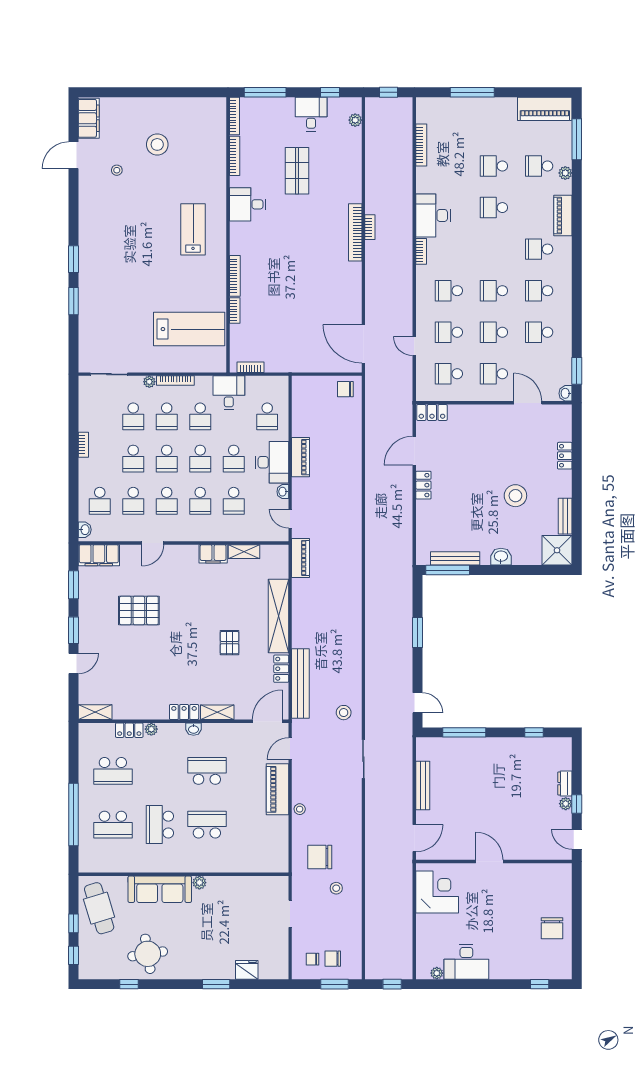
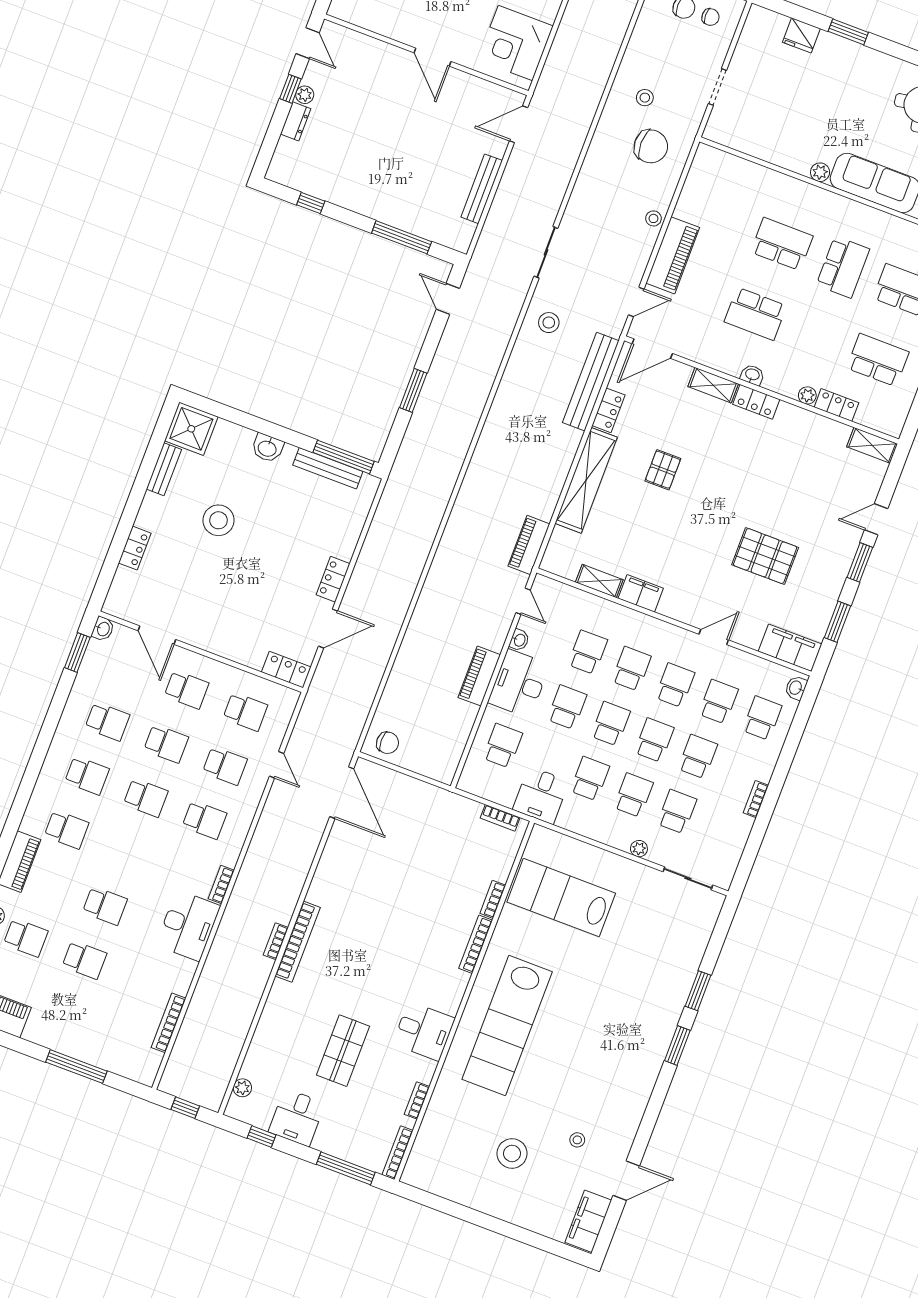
bookcase: (235, 156) -> (417, 1100), width x0.64
lab bench: (193, 229) -> (507, 1025), width x1.86, depth x1.39
bookcase: (175, 381) -> (605, 837), removed
school desk: (207, 825) -> (782, 244), turned 180

